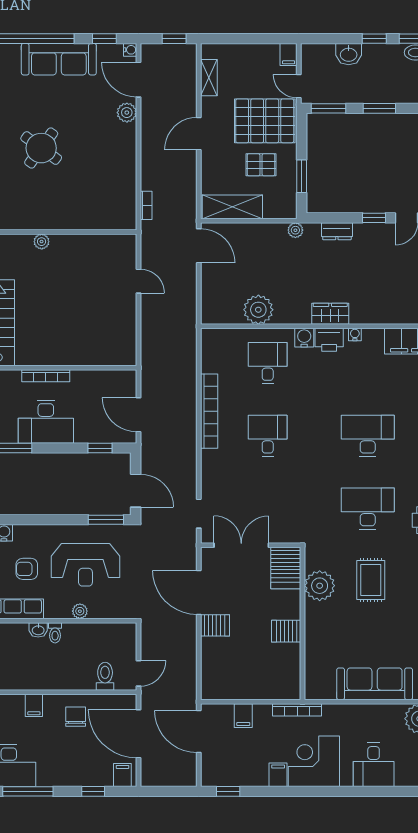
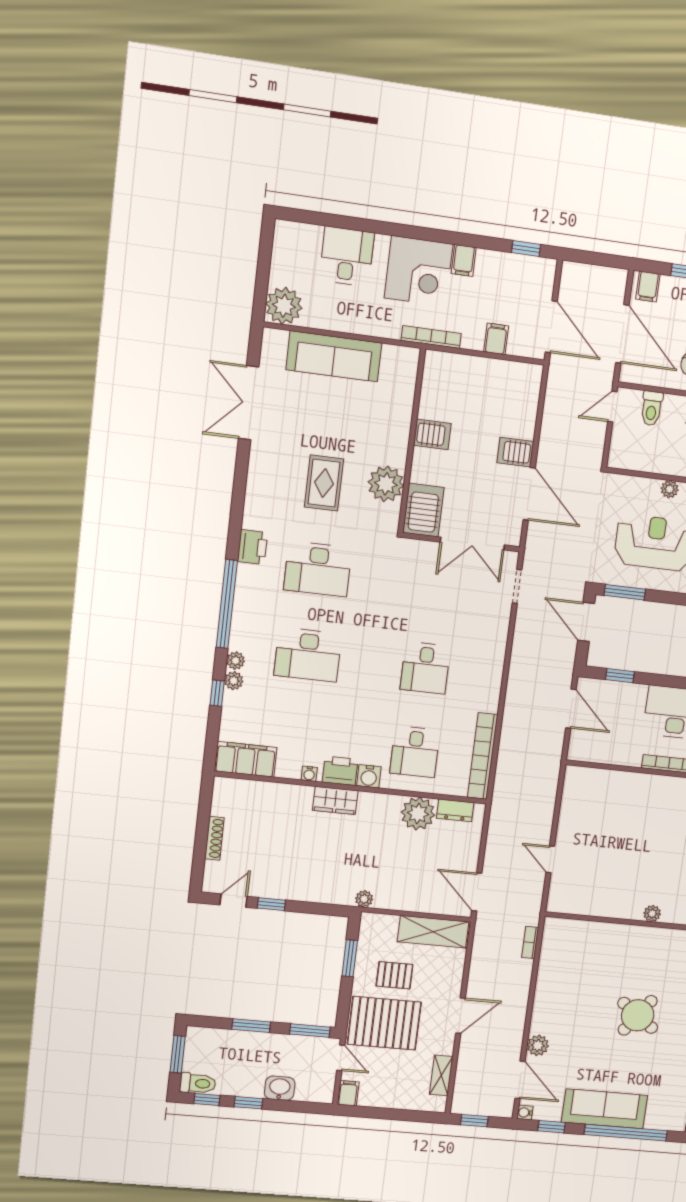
dresser: (337, 231) -> (455, 810), moved, turned 180
bookcase: (209, 411) -> (483, 756), moved

